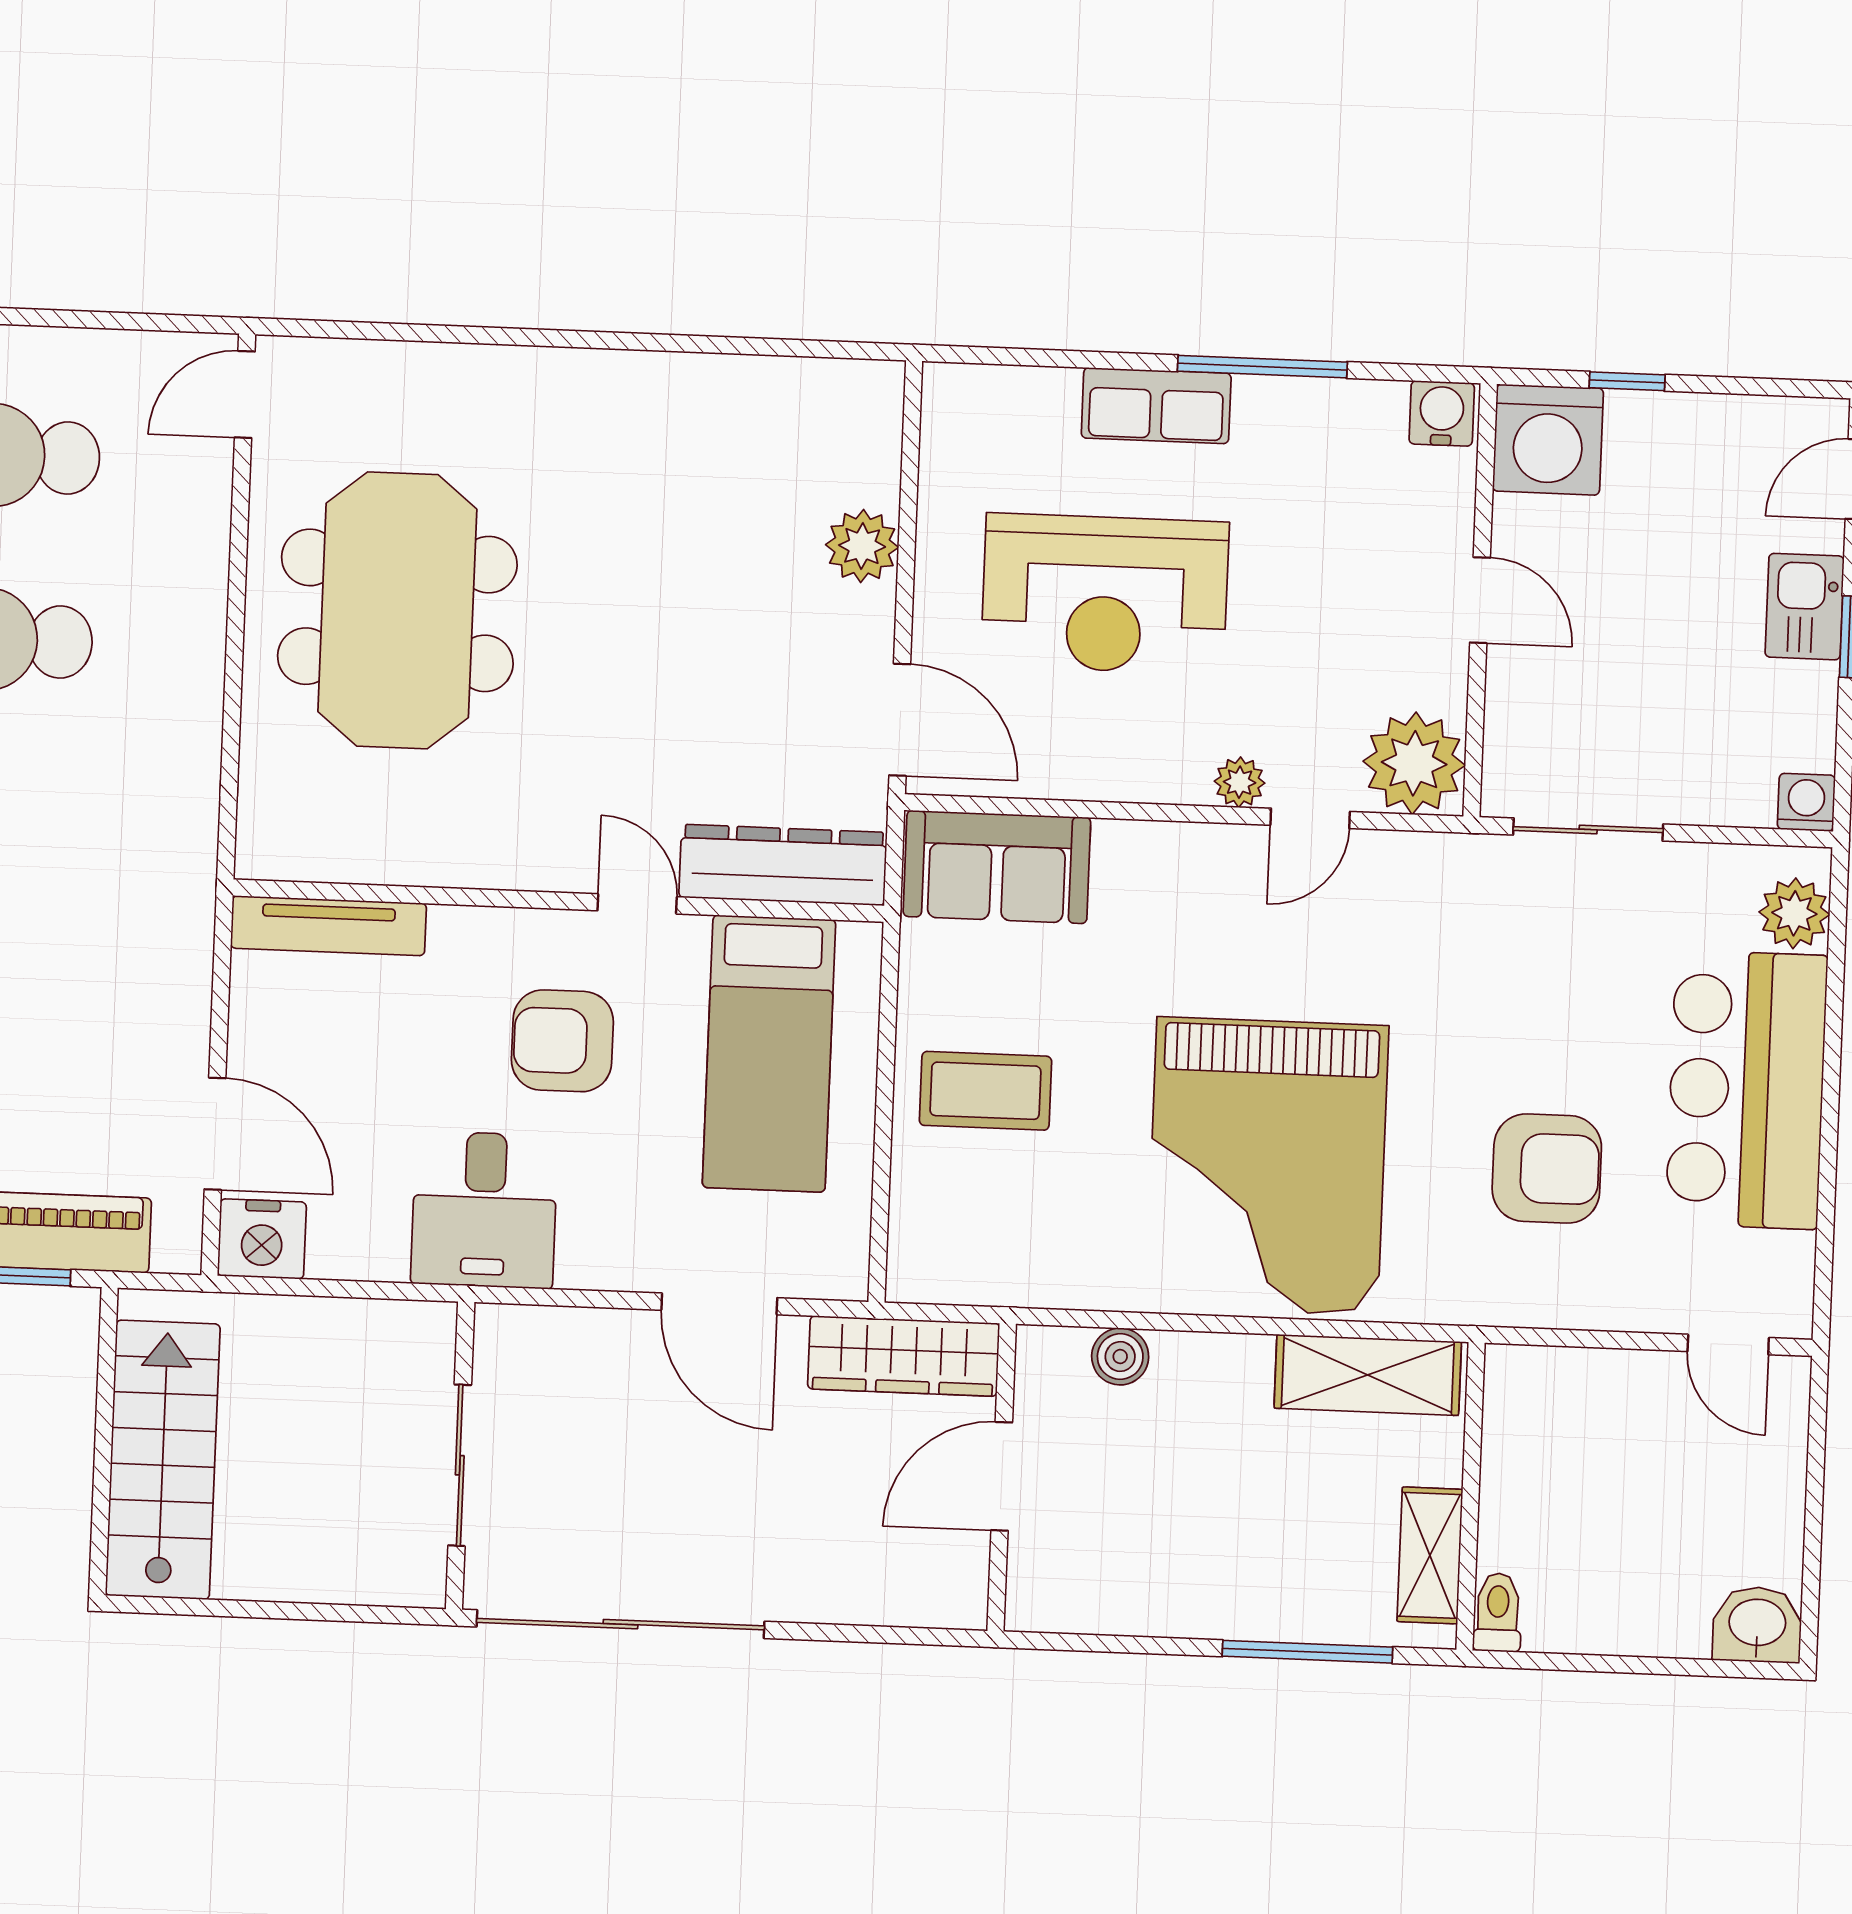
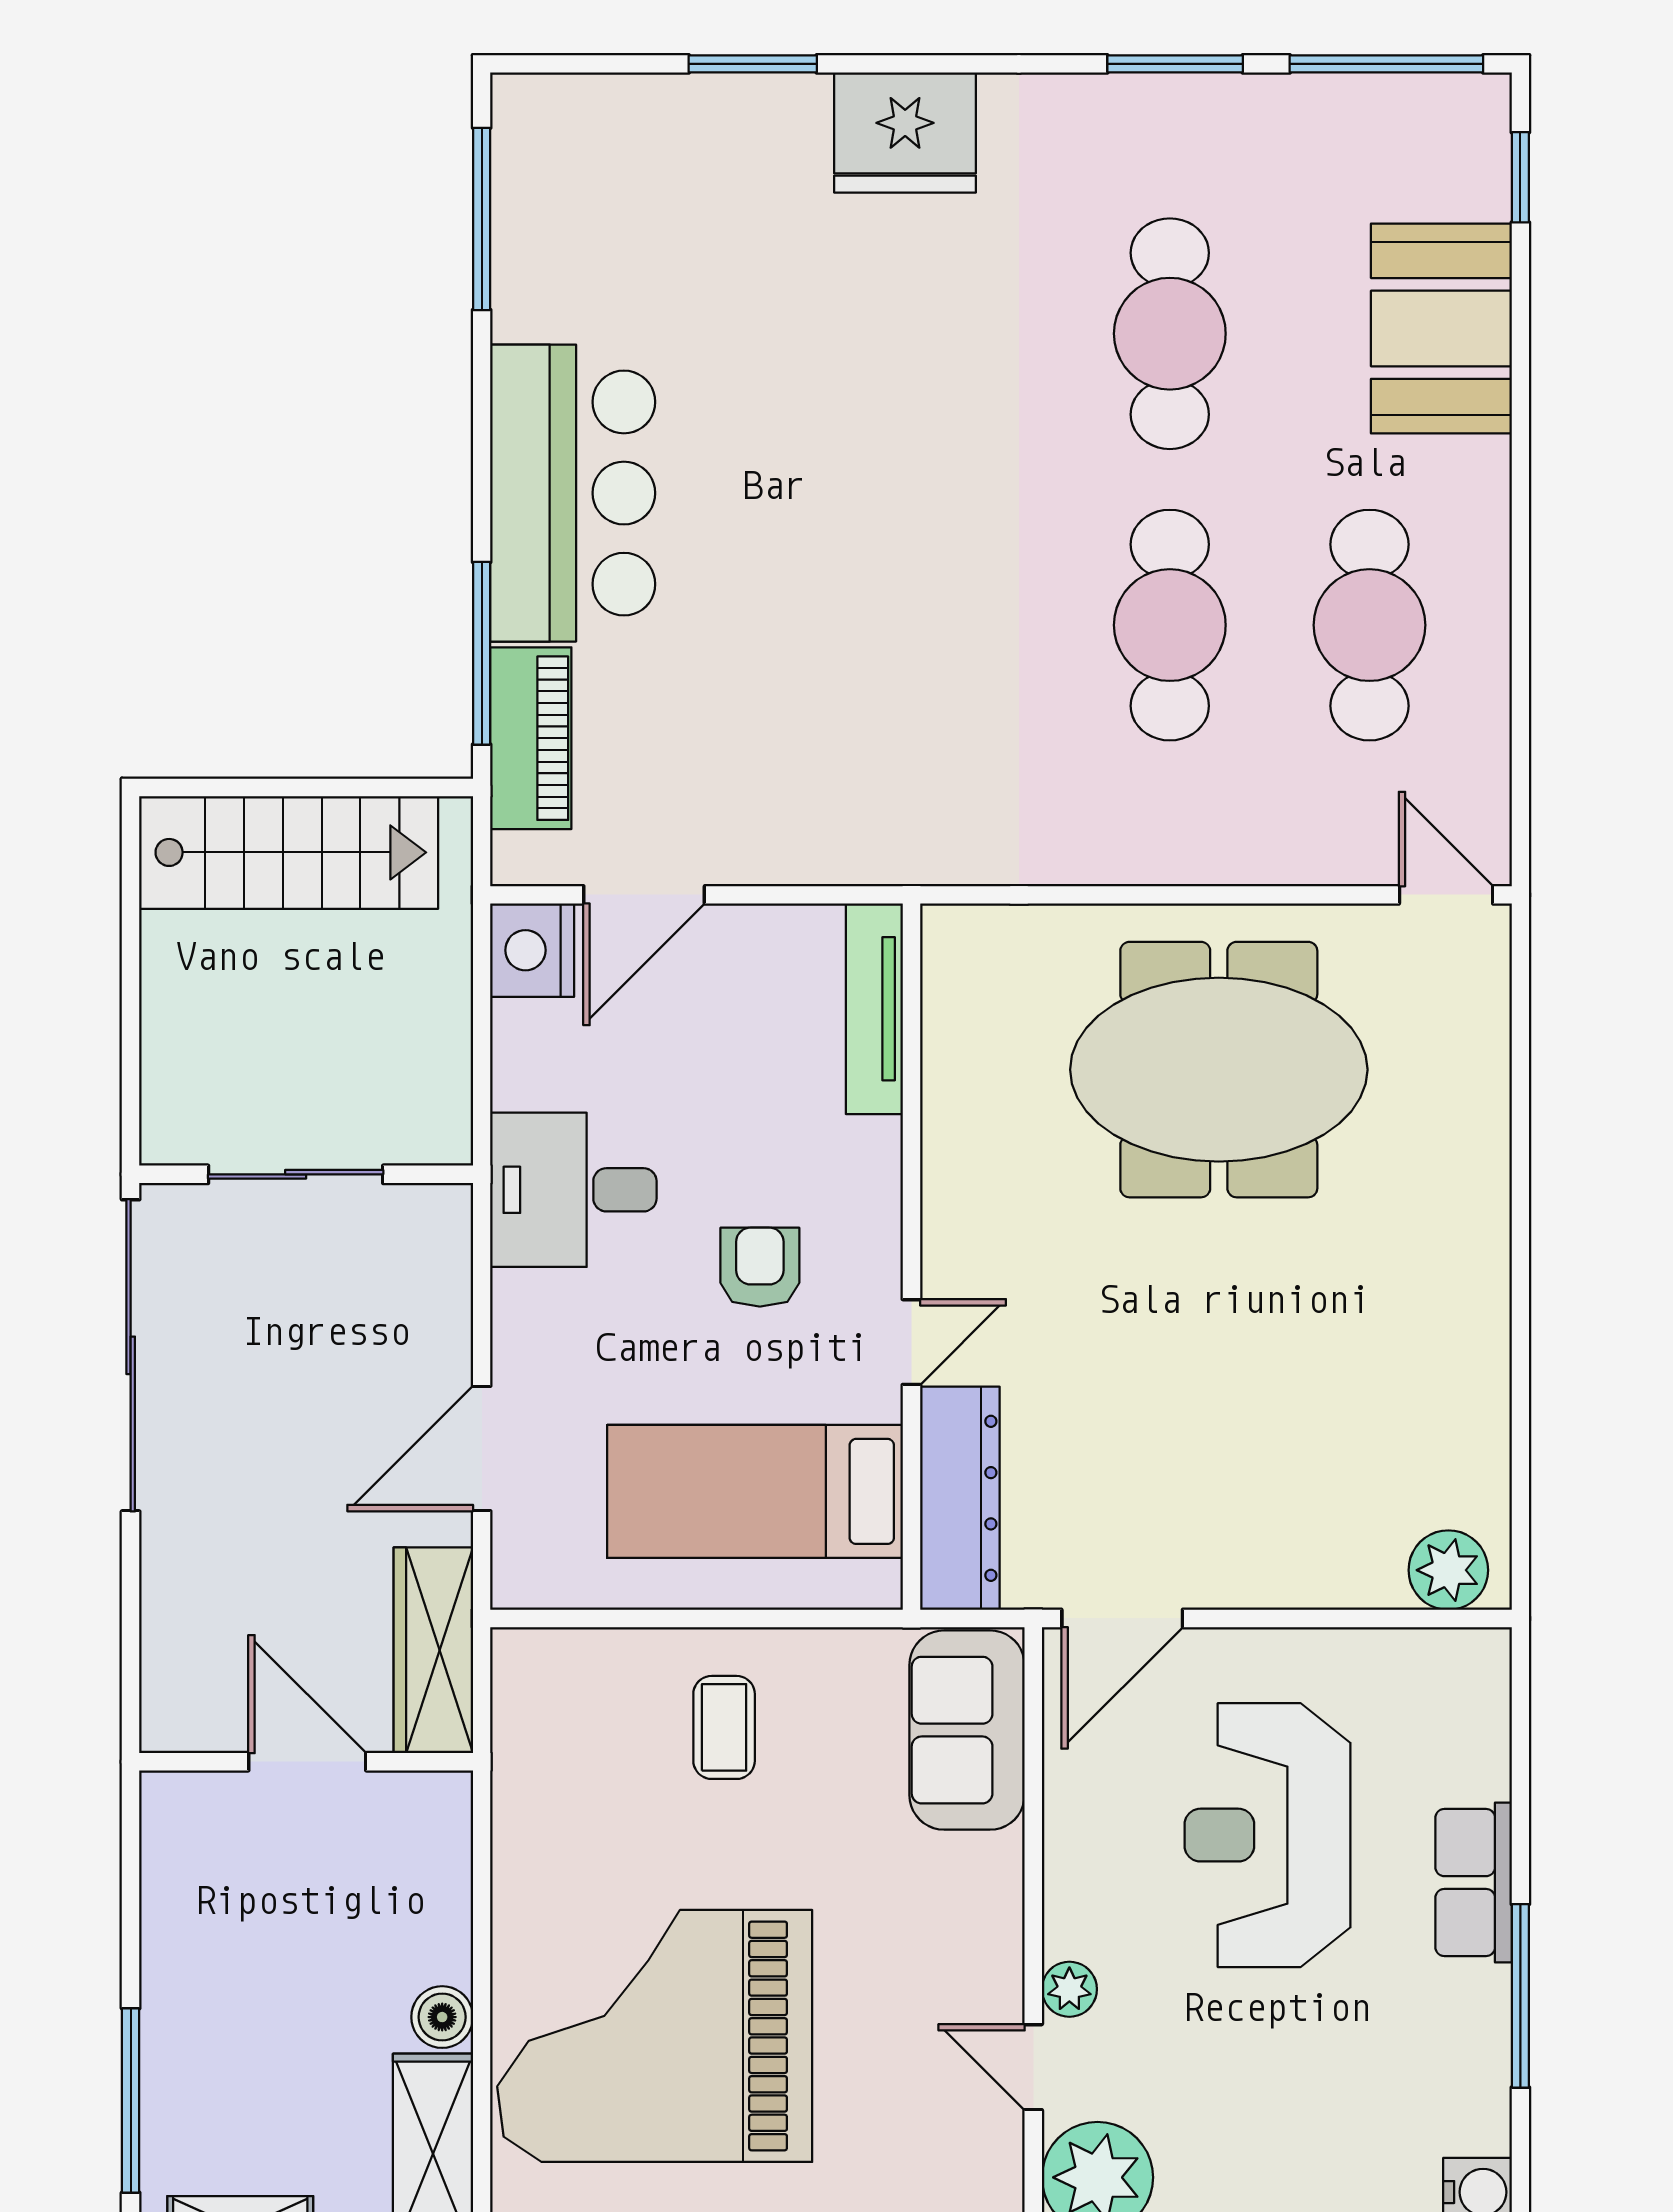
plant: (862, 546) -> (1448, 1570), moved
armchair: (562, 1041) -> (760, 1267), width x0.72, depth x0.72
coffee table: (985, 1091) -> (724, 1727), width x0.73, depth x0.77
boiler: (1120, 1357) -> (442, 2017), moved

